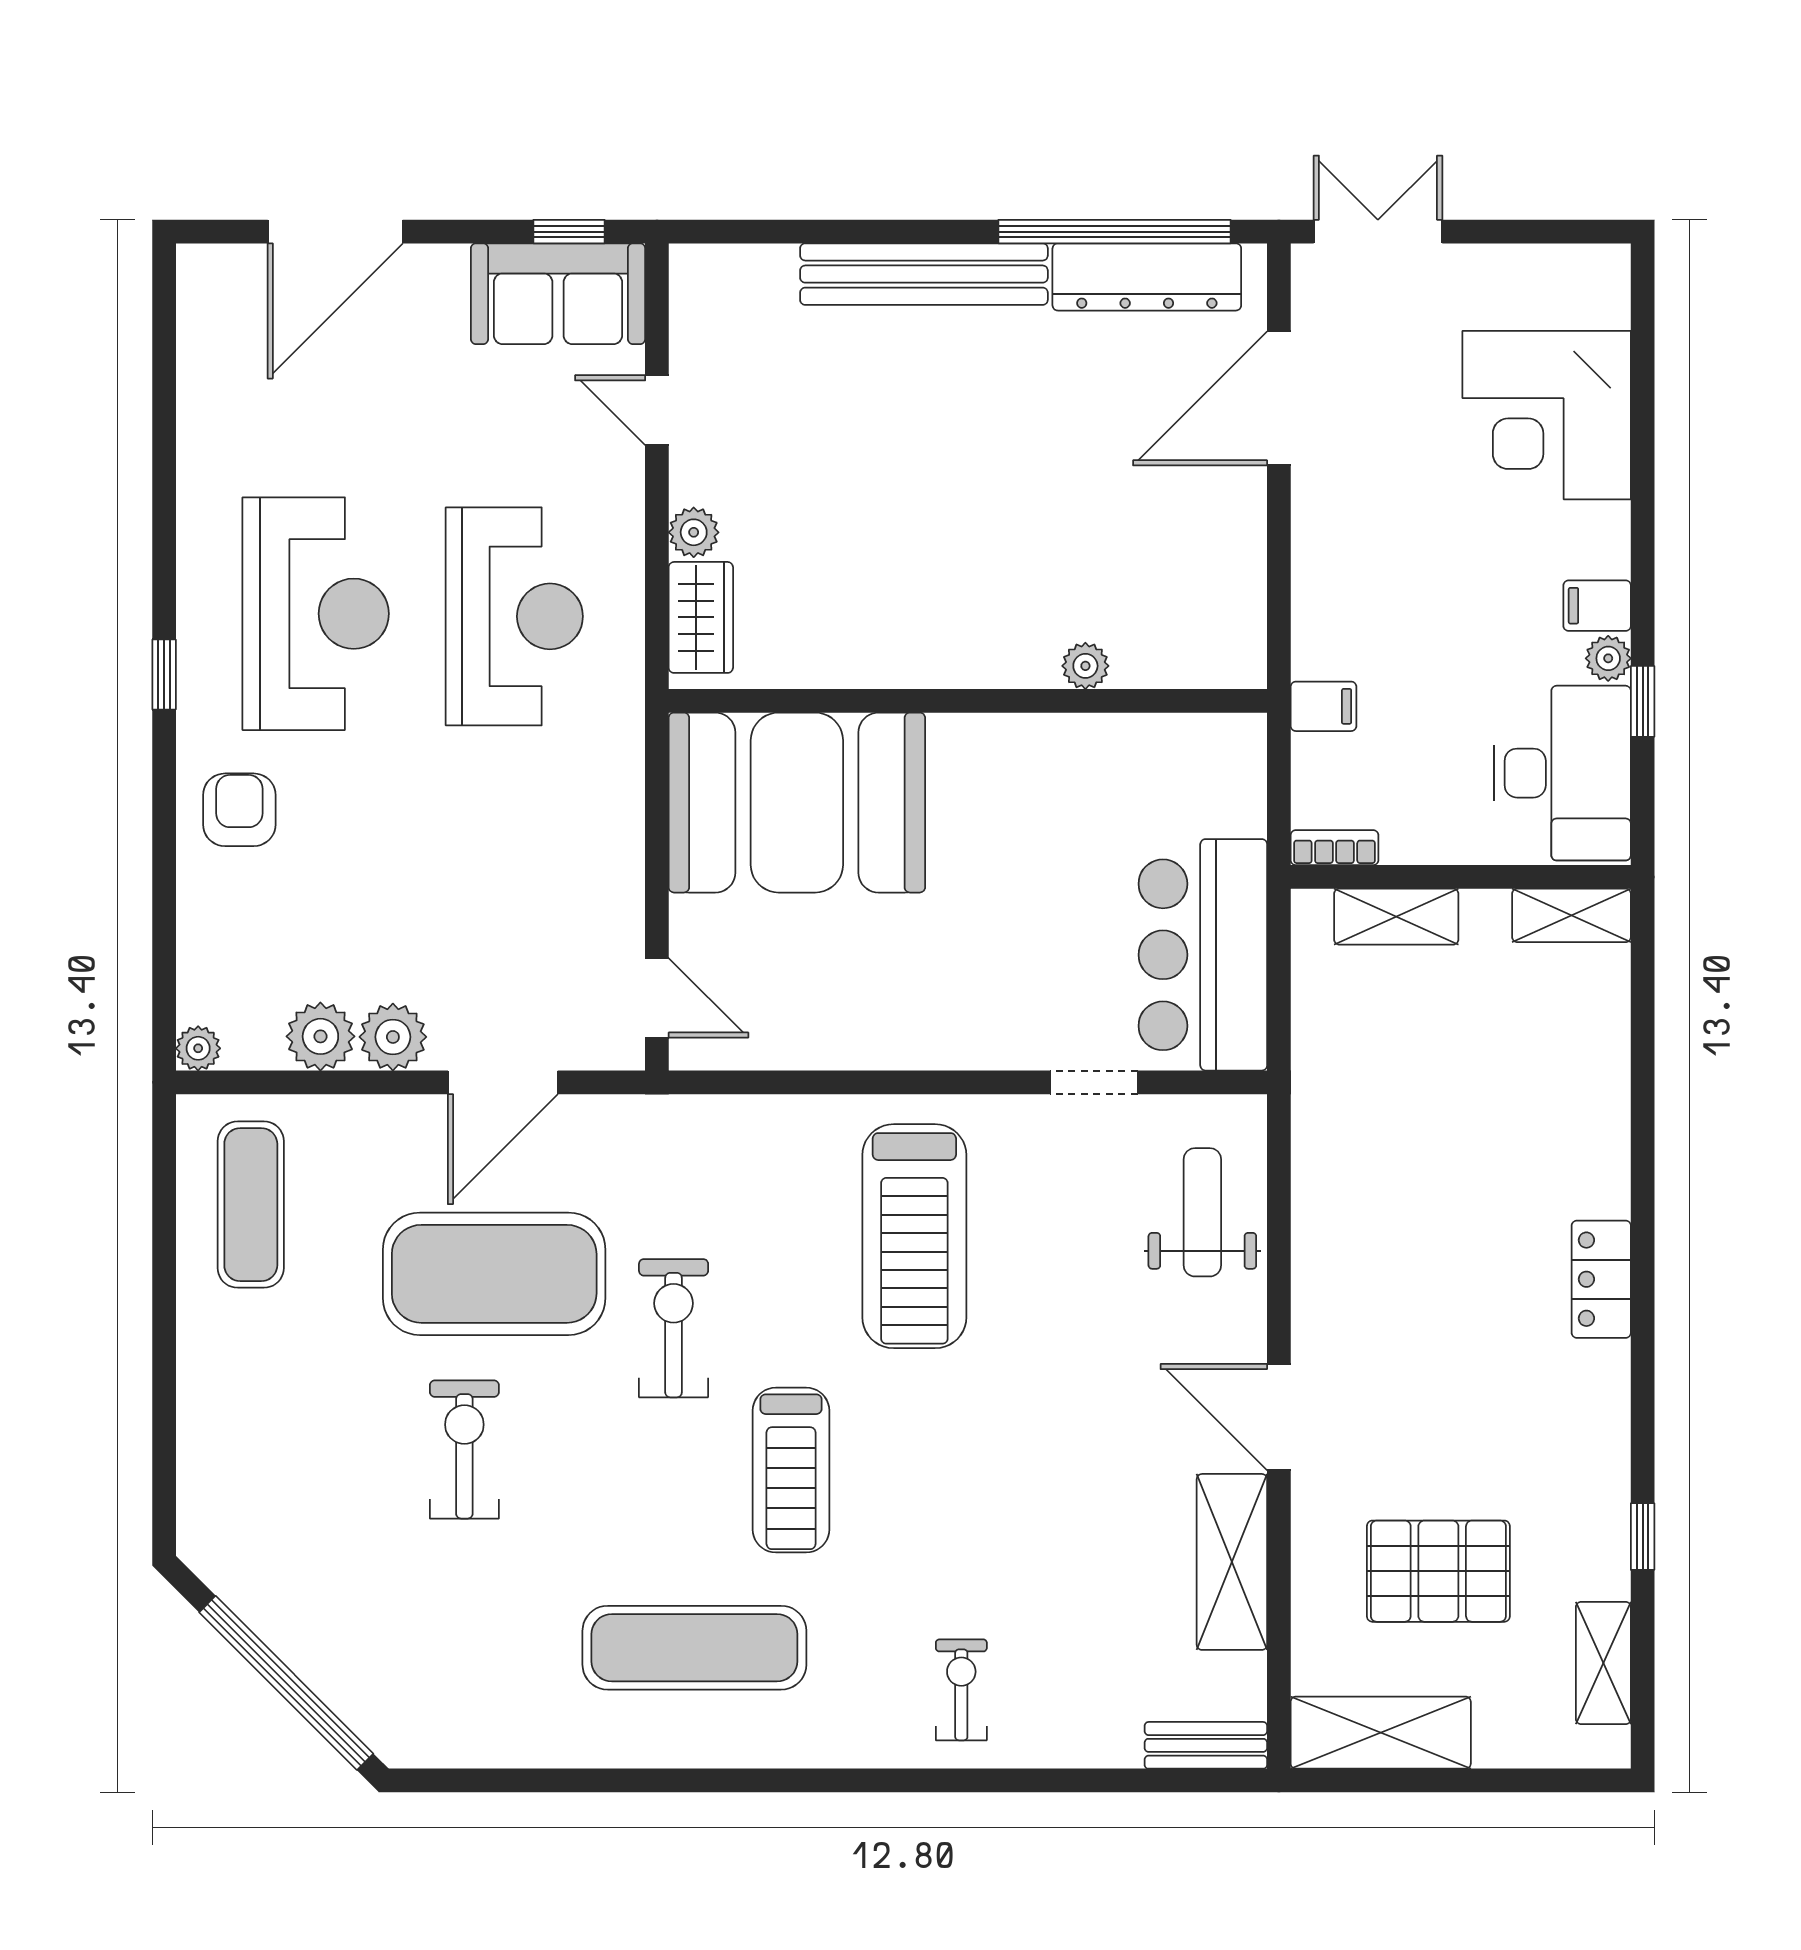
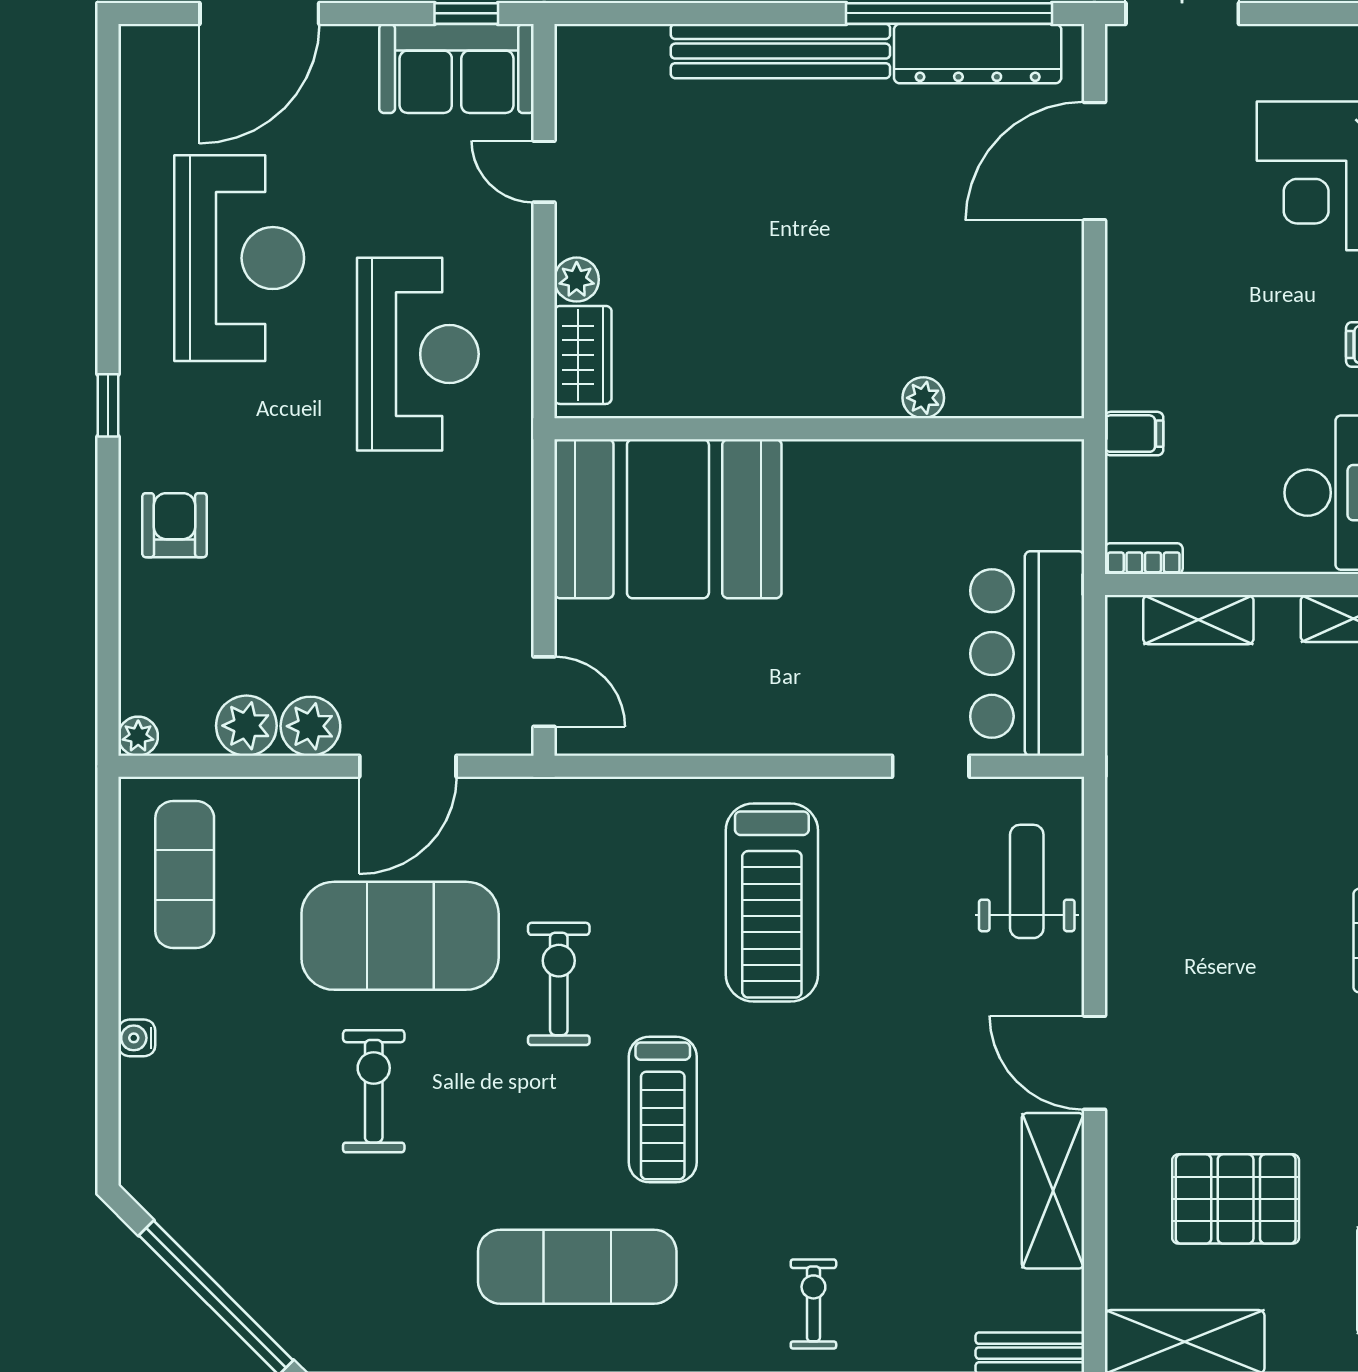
reception desk: (316, 614) -> (239, 258), moved
water cooler: (197, 1389) -> (137, 1038), added

